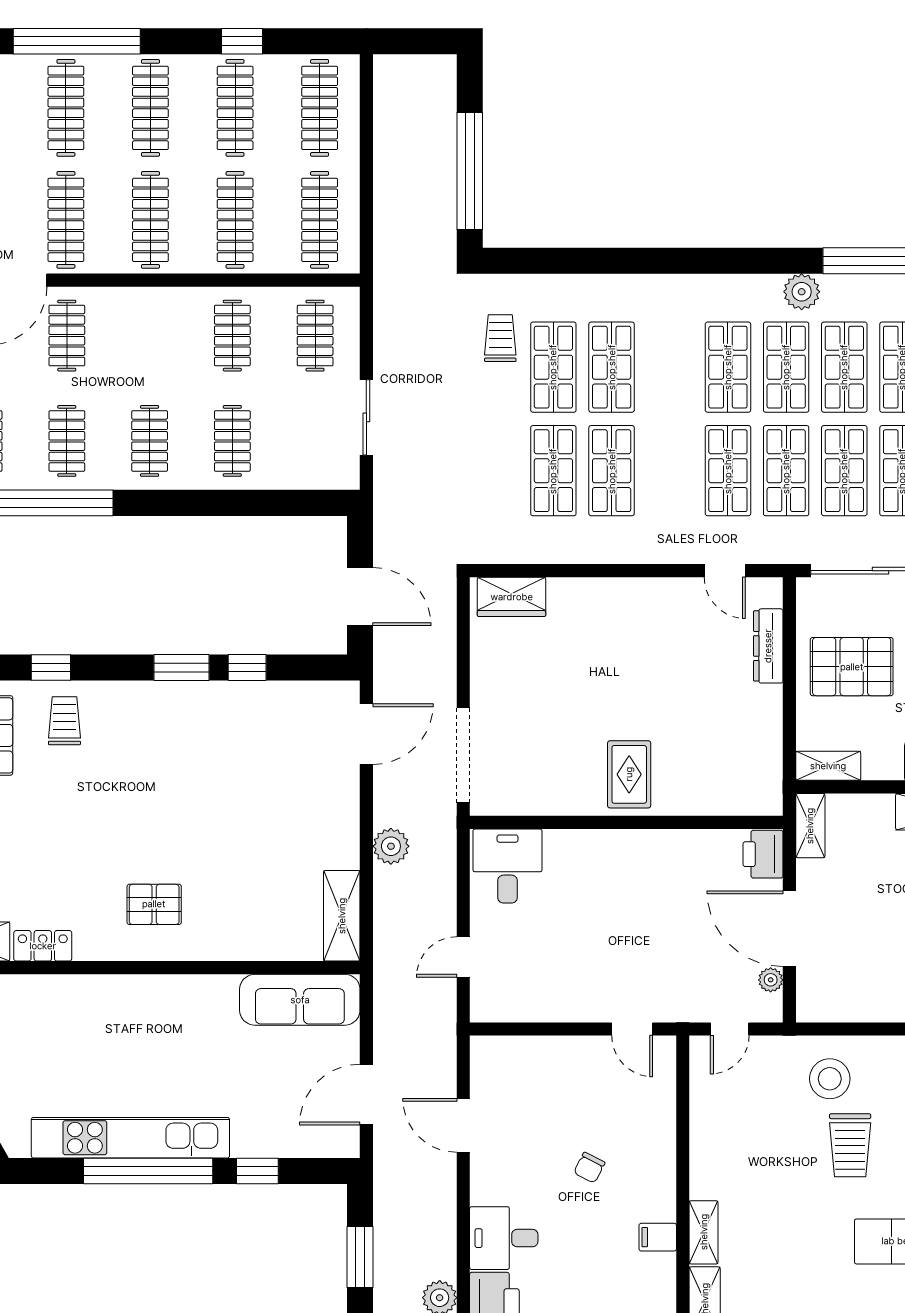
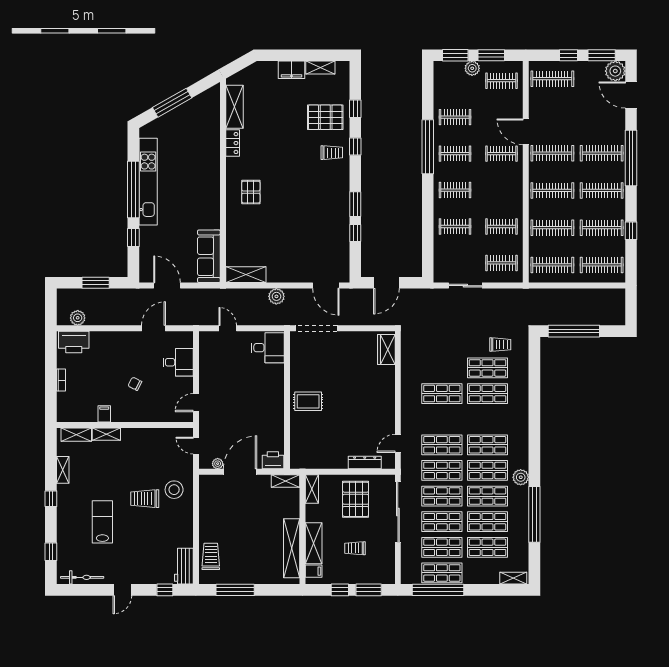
shop shelf: (553, 471) -> (442, 368), removed
desk: (504, 1238) -> (178, 362), moved, turned 90

